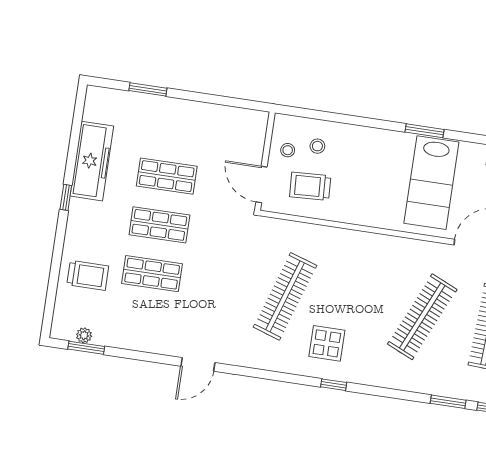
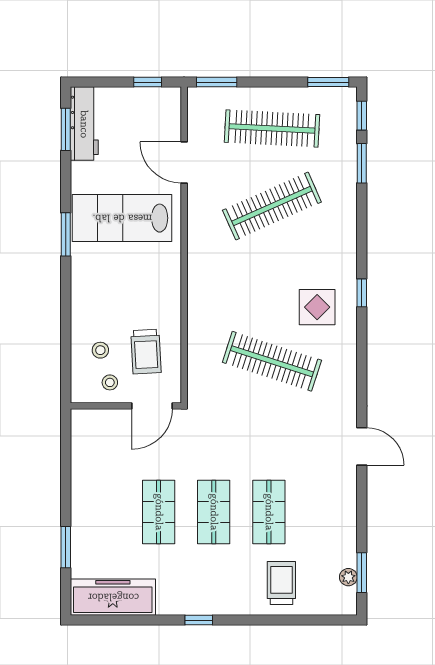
freezer: (92, 161) -> (113, 597), moved
lab bench: (431, 183) -> (122, 218), turned 180
clothes rail: (422, 317) -> (272, 206), turned -48

